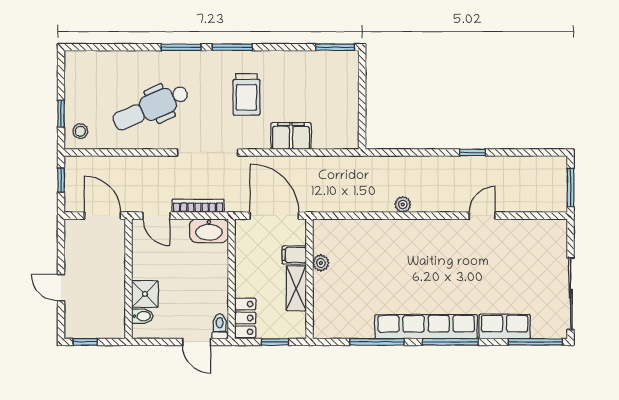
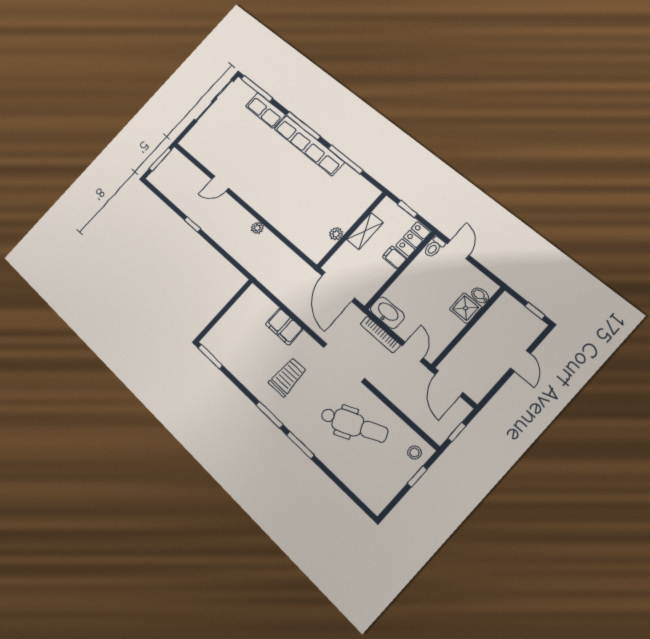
filing cabinet: (294, 255) -> (395, 258), moved, turned 180

